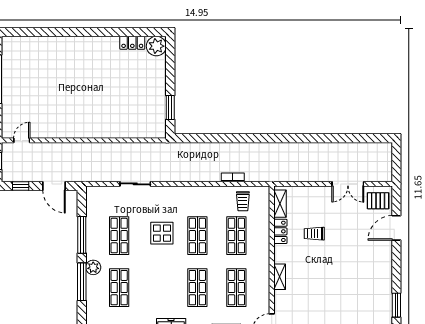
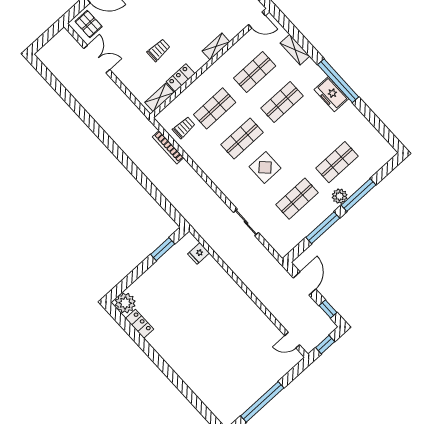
fridge: (144, 130) -> (199, 253), added
bookcase: (233, 177) -> (168, 147), width x1.56
trolley: (314, 234) -> (159, 50), turned -90

